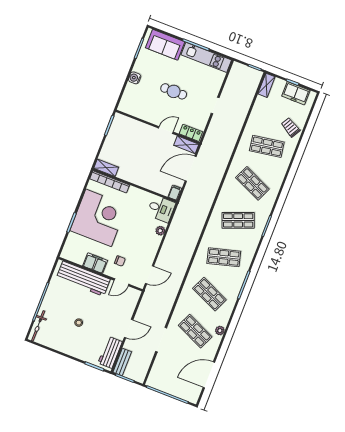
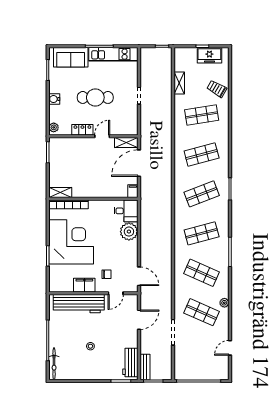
shelving: (266, 85) -> (179, 83), moved
cafe table: (174, 91) -> (95, 97), width x1.37, depth x1.35
plant: (124, 104) -> (54, 127), added
locker: (191, 133) -> (82, 130), moved
shop shelf: (252, 183) -> (202, 154), turned -39
plant: (160, 231) -> (129, 232), width x1.87, depth x1.87
door: (149, 275) -> (139, 276), hinge flipped
door: (129, 329) -> (139, 320), moved
door: (209, 375) -> (230, 348), width x0.53

